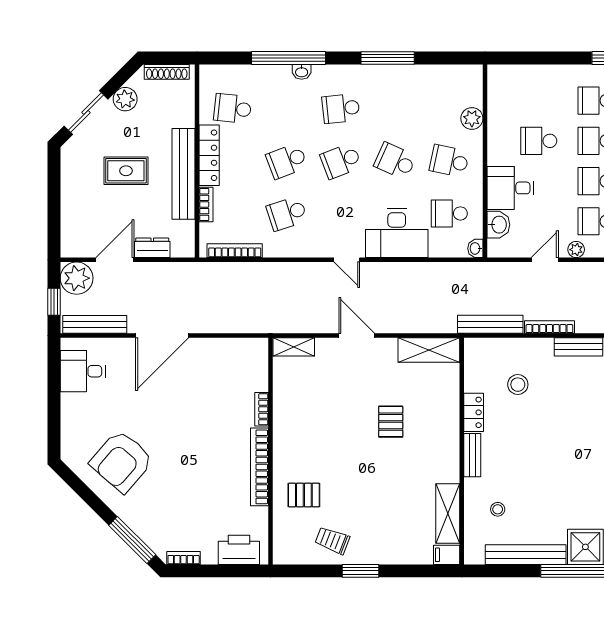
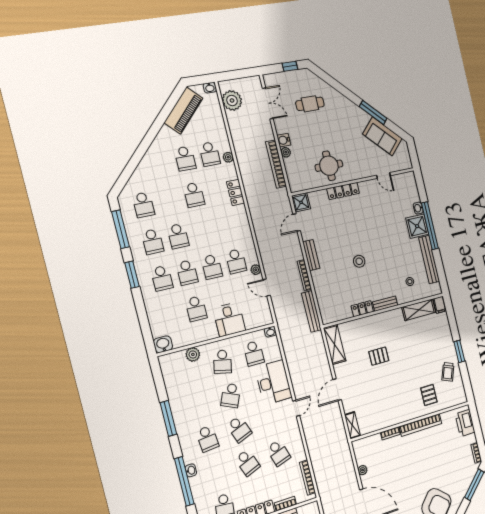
washbasin: (498, 225) -> (163, 344), moved
plant: (218, 346) -> (363, 470), added
stool: (518, 385) -> (359, 261), moved

